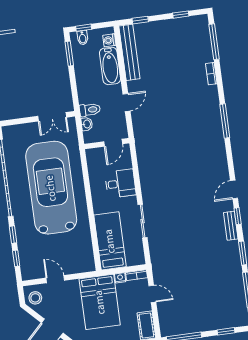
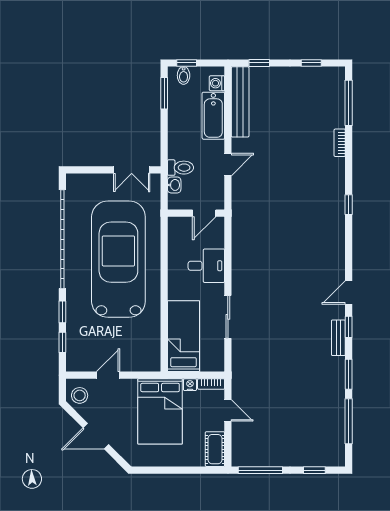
window: (225, 121) -> (349, 205), width x0.46
door: (55, 279) -> (108, 375), hinge flipped

